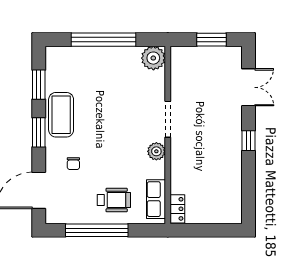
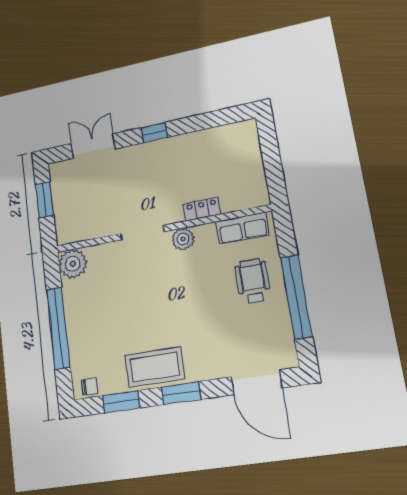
chair: (73, 164) -> (89, 387), moved
locker: (177, 209) -> (202, 209), moved

